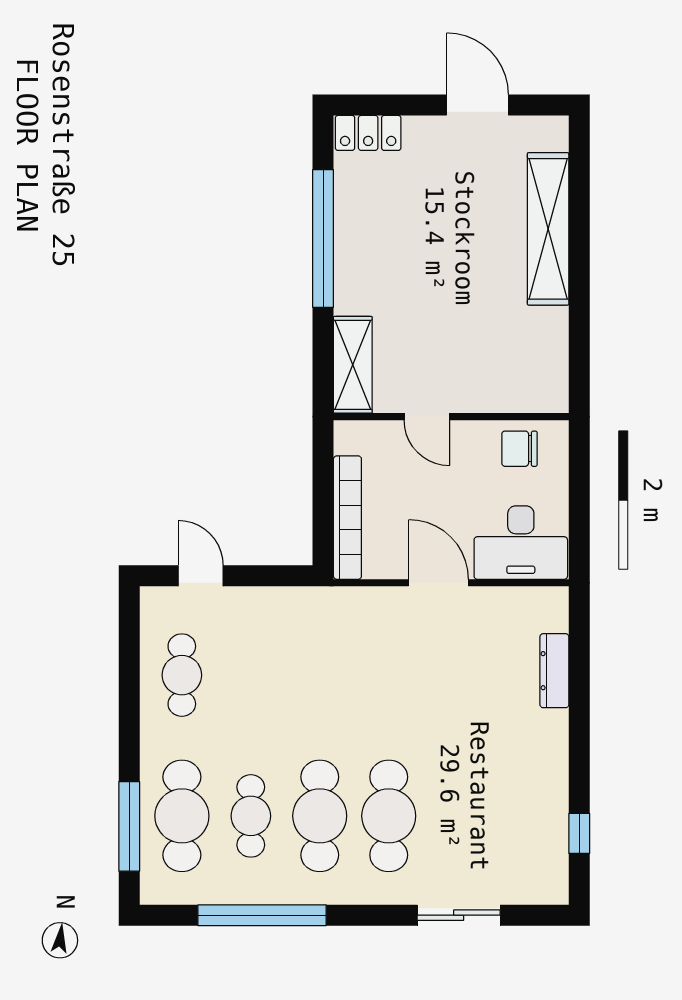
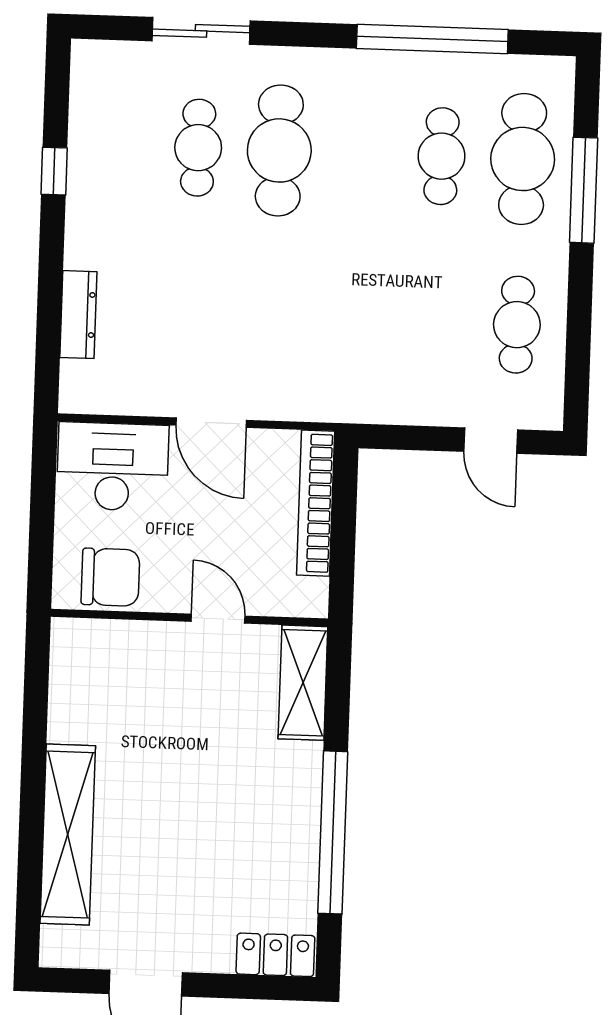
chair: (519, 449) -> (110, 577), width x1.37, depth x1.37
cafe table: (320, 816) -> (198, 148), moved, width x0.73, depth x0.74
window: (129, 826) -> (584, 190), moved
window: (579, 833) -> (54, 171), moved

